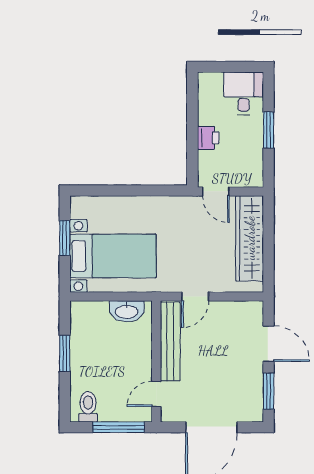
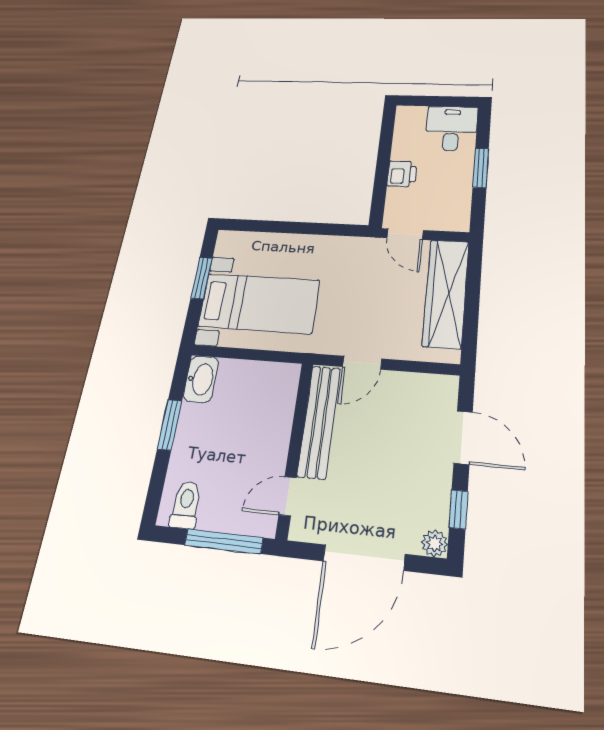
washbasin: (127, 311) -> (201, 379), moved, turned -90
window: (269, 391) -> (458, 509), width x0.67
plant: (255, 414) -> (435, 543), added

